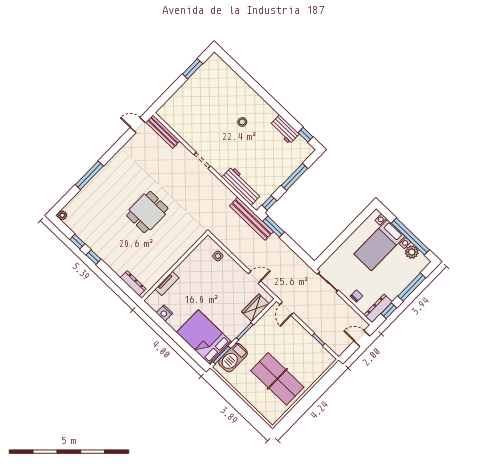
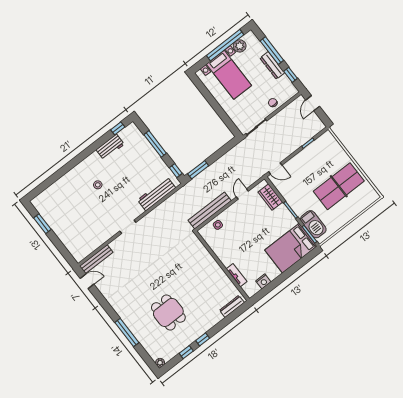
door: (138, 125) -> (87, 281), swing flipped
dining table: (147, 212) -> (168, 312), moved
bench: (251, 219) -> (210, 210), moved
dresser: (378, 308) -> (272, 65), moved

